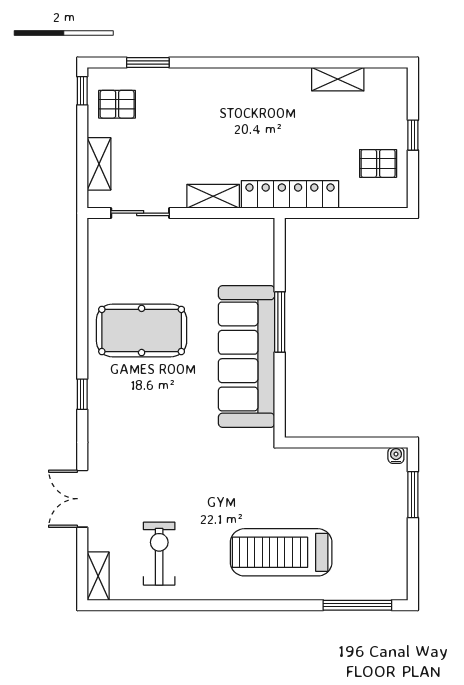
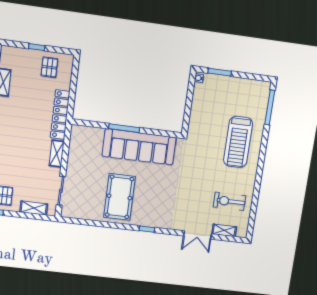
shelving: (98, 576) -> (224, 230), moved

